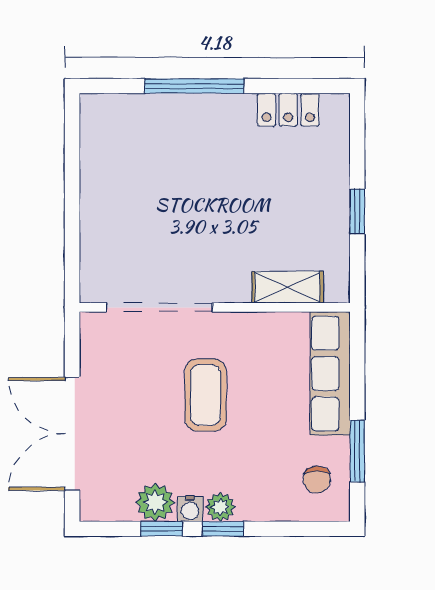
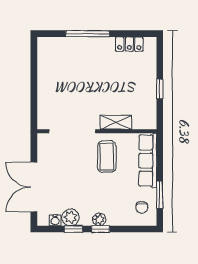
shelving: (287, 287) -> (116, 122), moved
coffee table: (206, 395) -> (107, 157), moved
water cooler: (190, 509) -> (55, 220), moved

